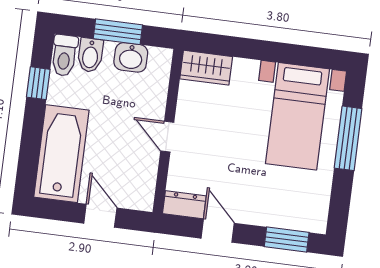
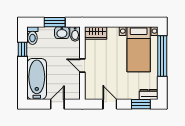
bidet: (90, 55) -> (75, 34), moved
window: (348, 138) -> (162, 56), width x1.46
dresser: (184, 205) -> (149, 95), moved
door: (100, 216) -> (57, 104), hinge flipped

